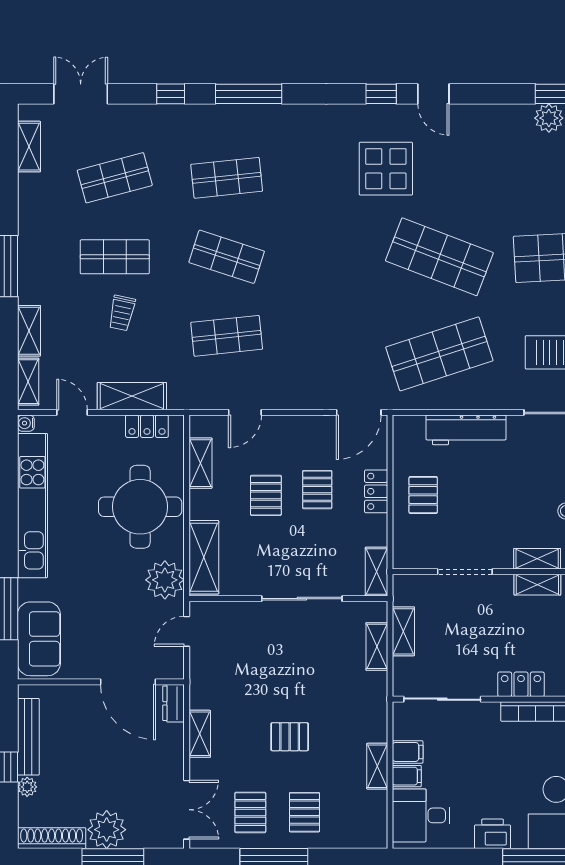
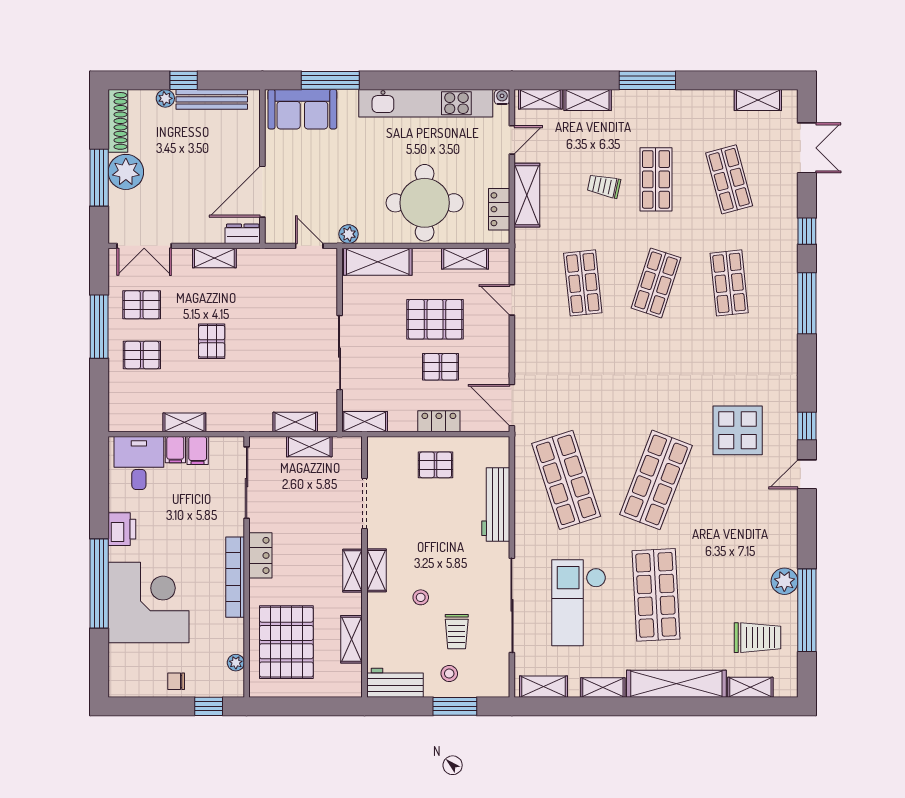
pallet: (266, 495) -> (435, 319), width x1.50, depth x1.42
plant: (165, 580) -> (349, 234), width x0.53, depth x0.53

